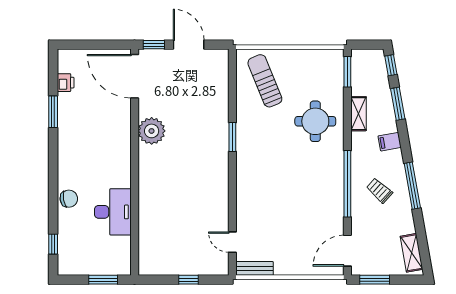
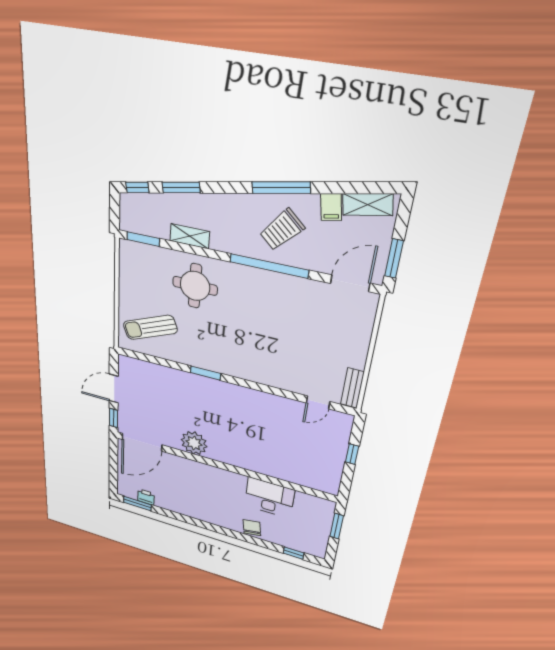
window: (53, 112) -> (137, 504), moved
filing cabinet: (390, 142) -> (331, 207), moved
trolley: (379, 190) -> (282, 230), width x1.36, depth x1.39
door: (347, 251) -> (350, 283), swing flipped

